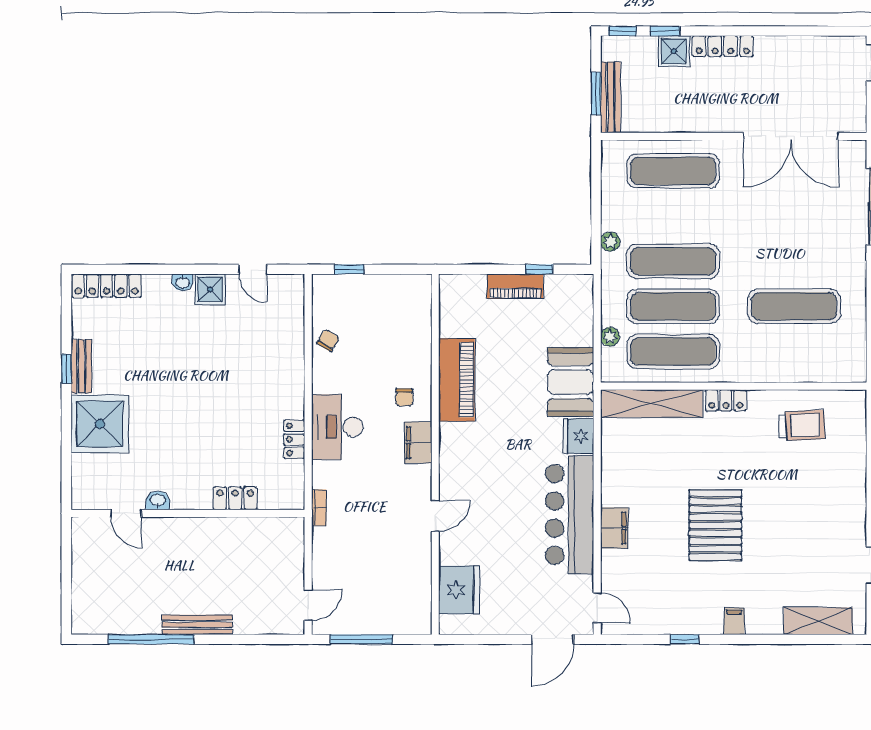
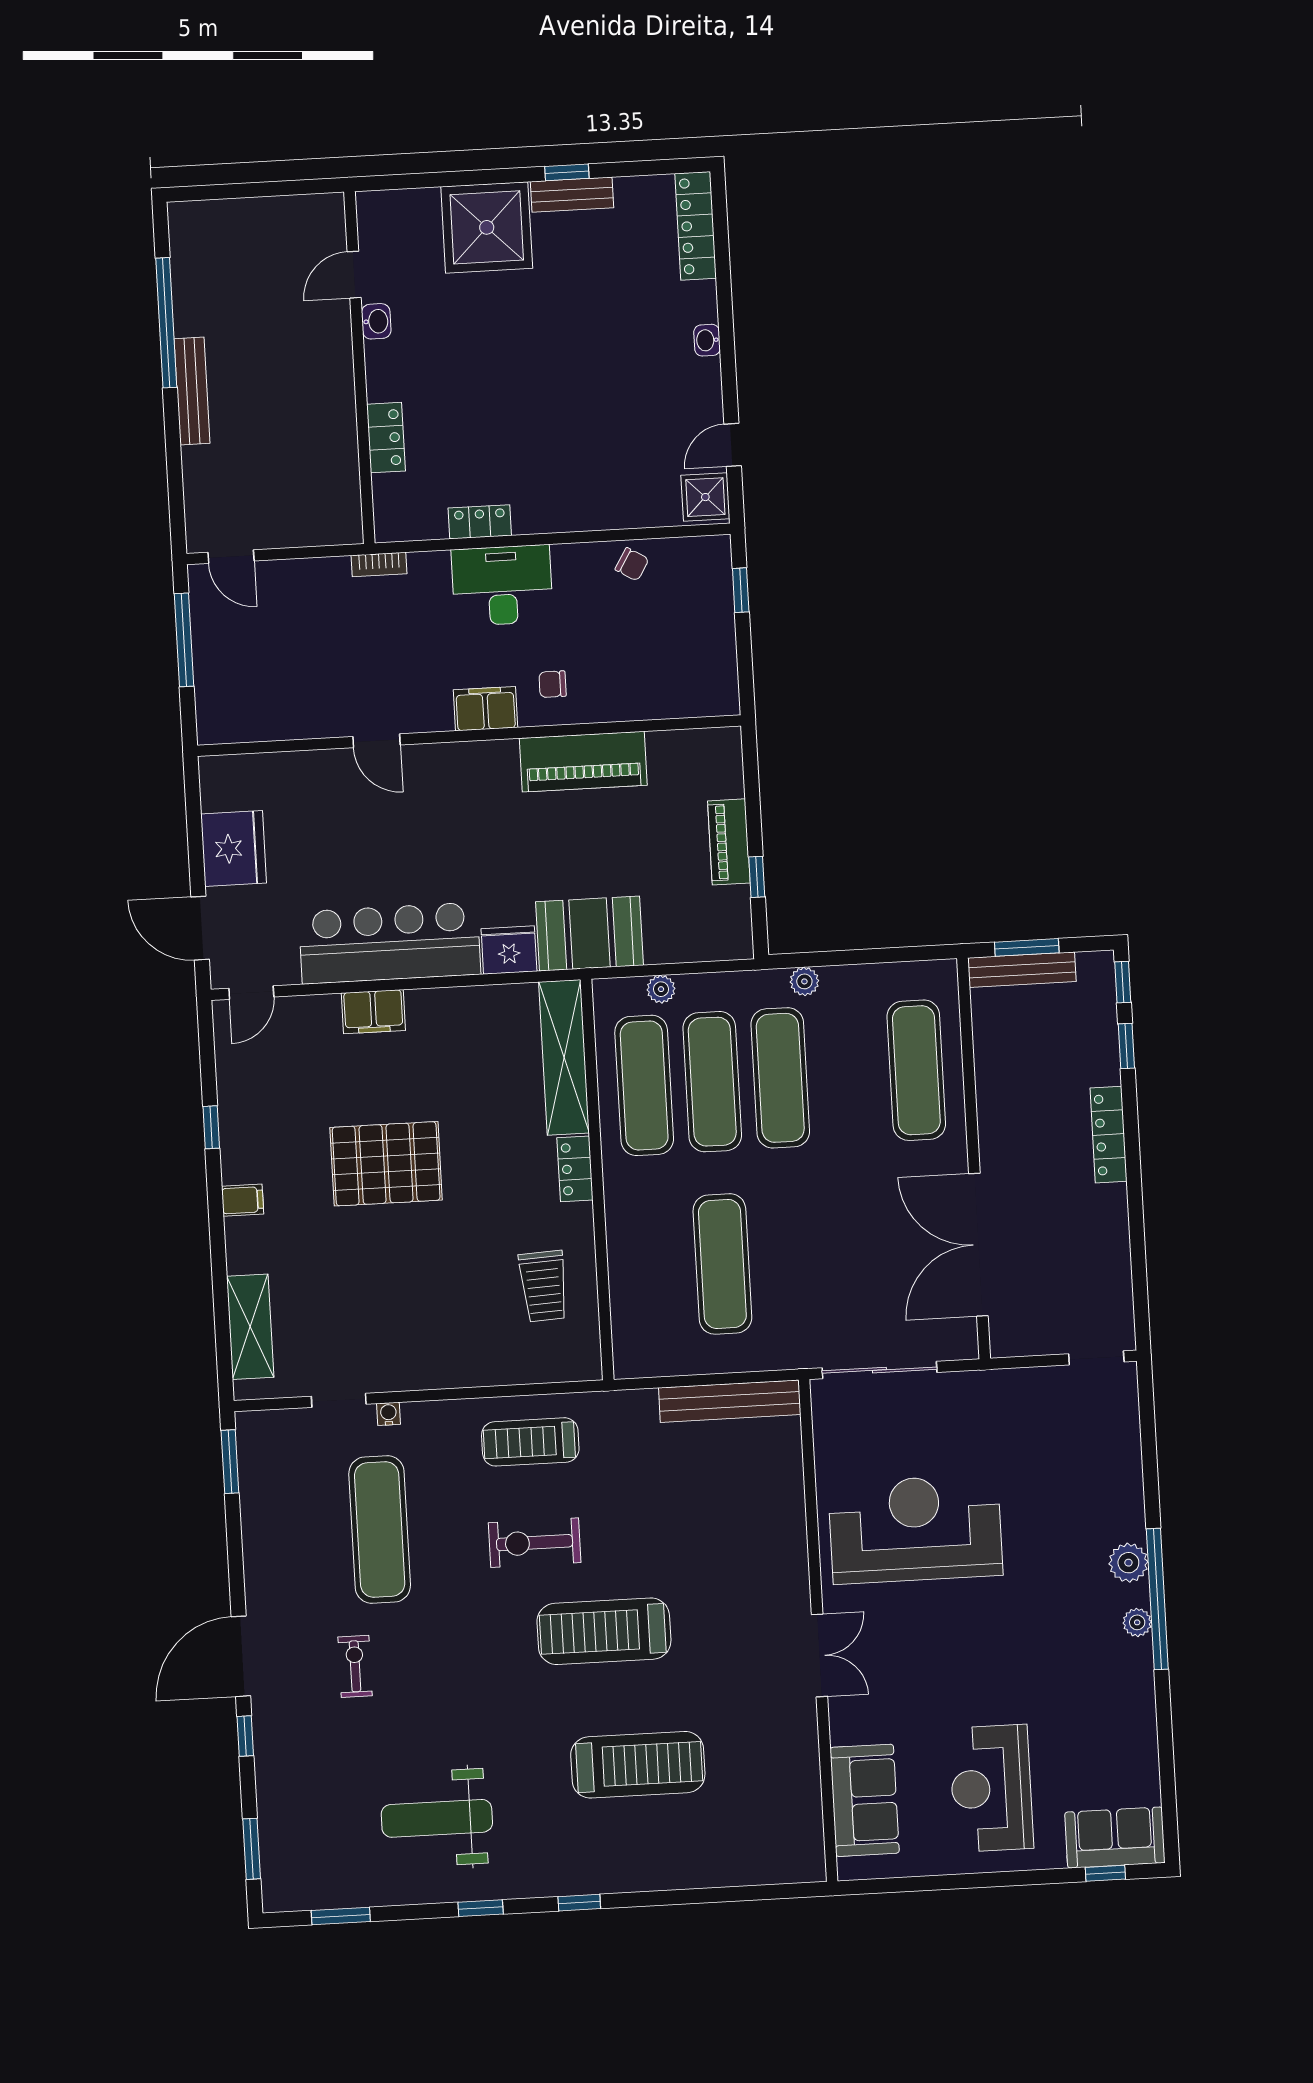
shower: (674, 51) -> (1097, 1061), removed
shower: (210, 289) -> (705, 497), moved
fridge: (459, 590) -> (234, 848), moved, turned -90

